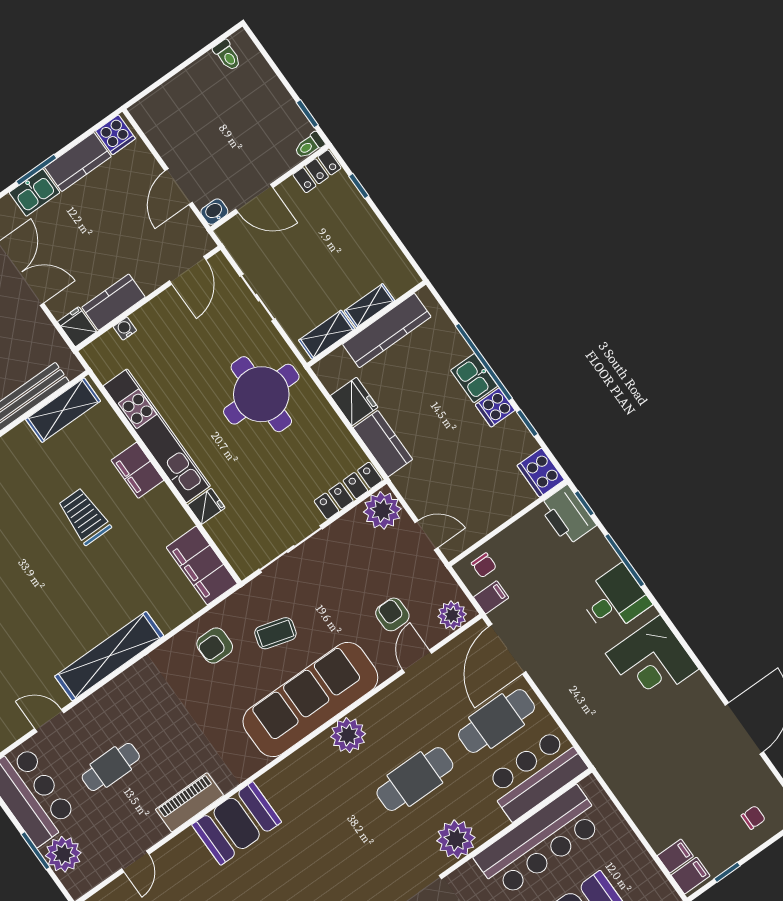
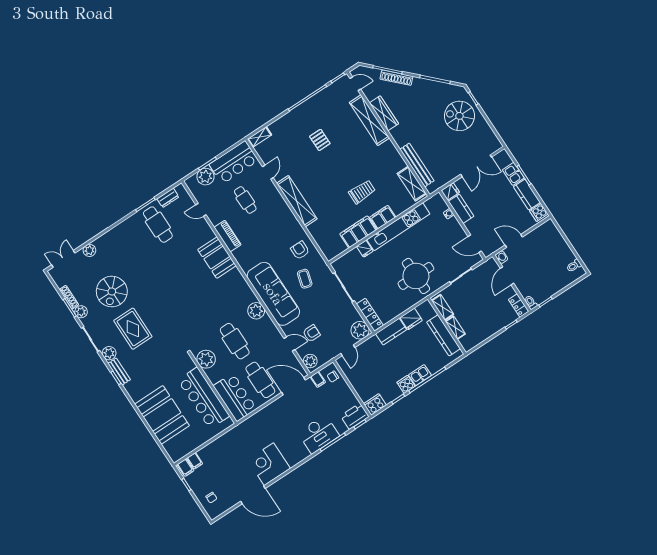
filing cabinet: (202, 565) -> (358, 232), moved
desk: (615, 600) -> (319, 434), width x1.37
corner desk: (652, 661) -> (269, 464), moved

